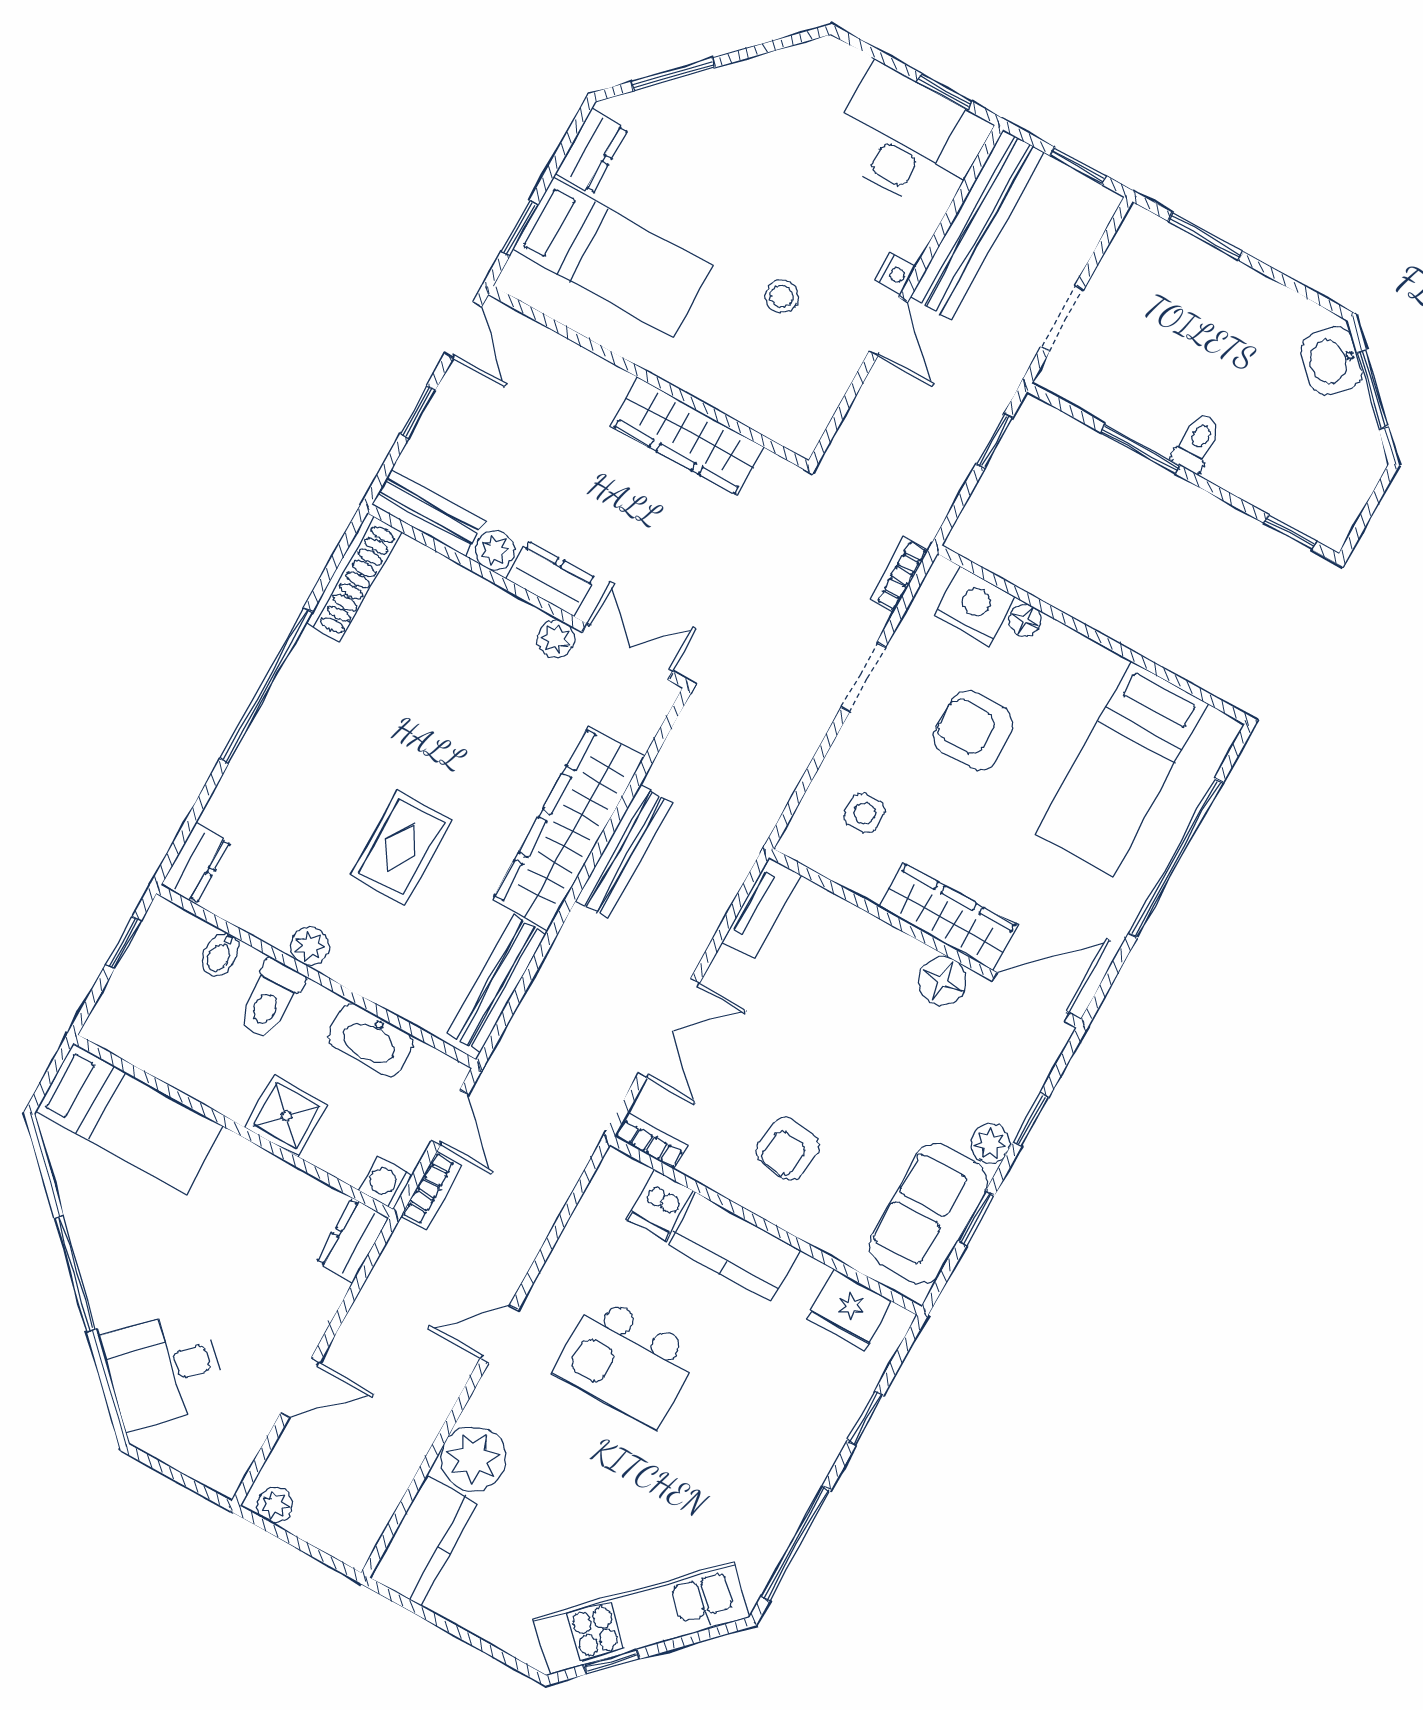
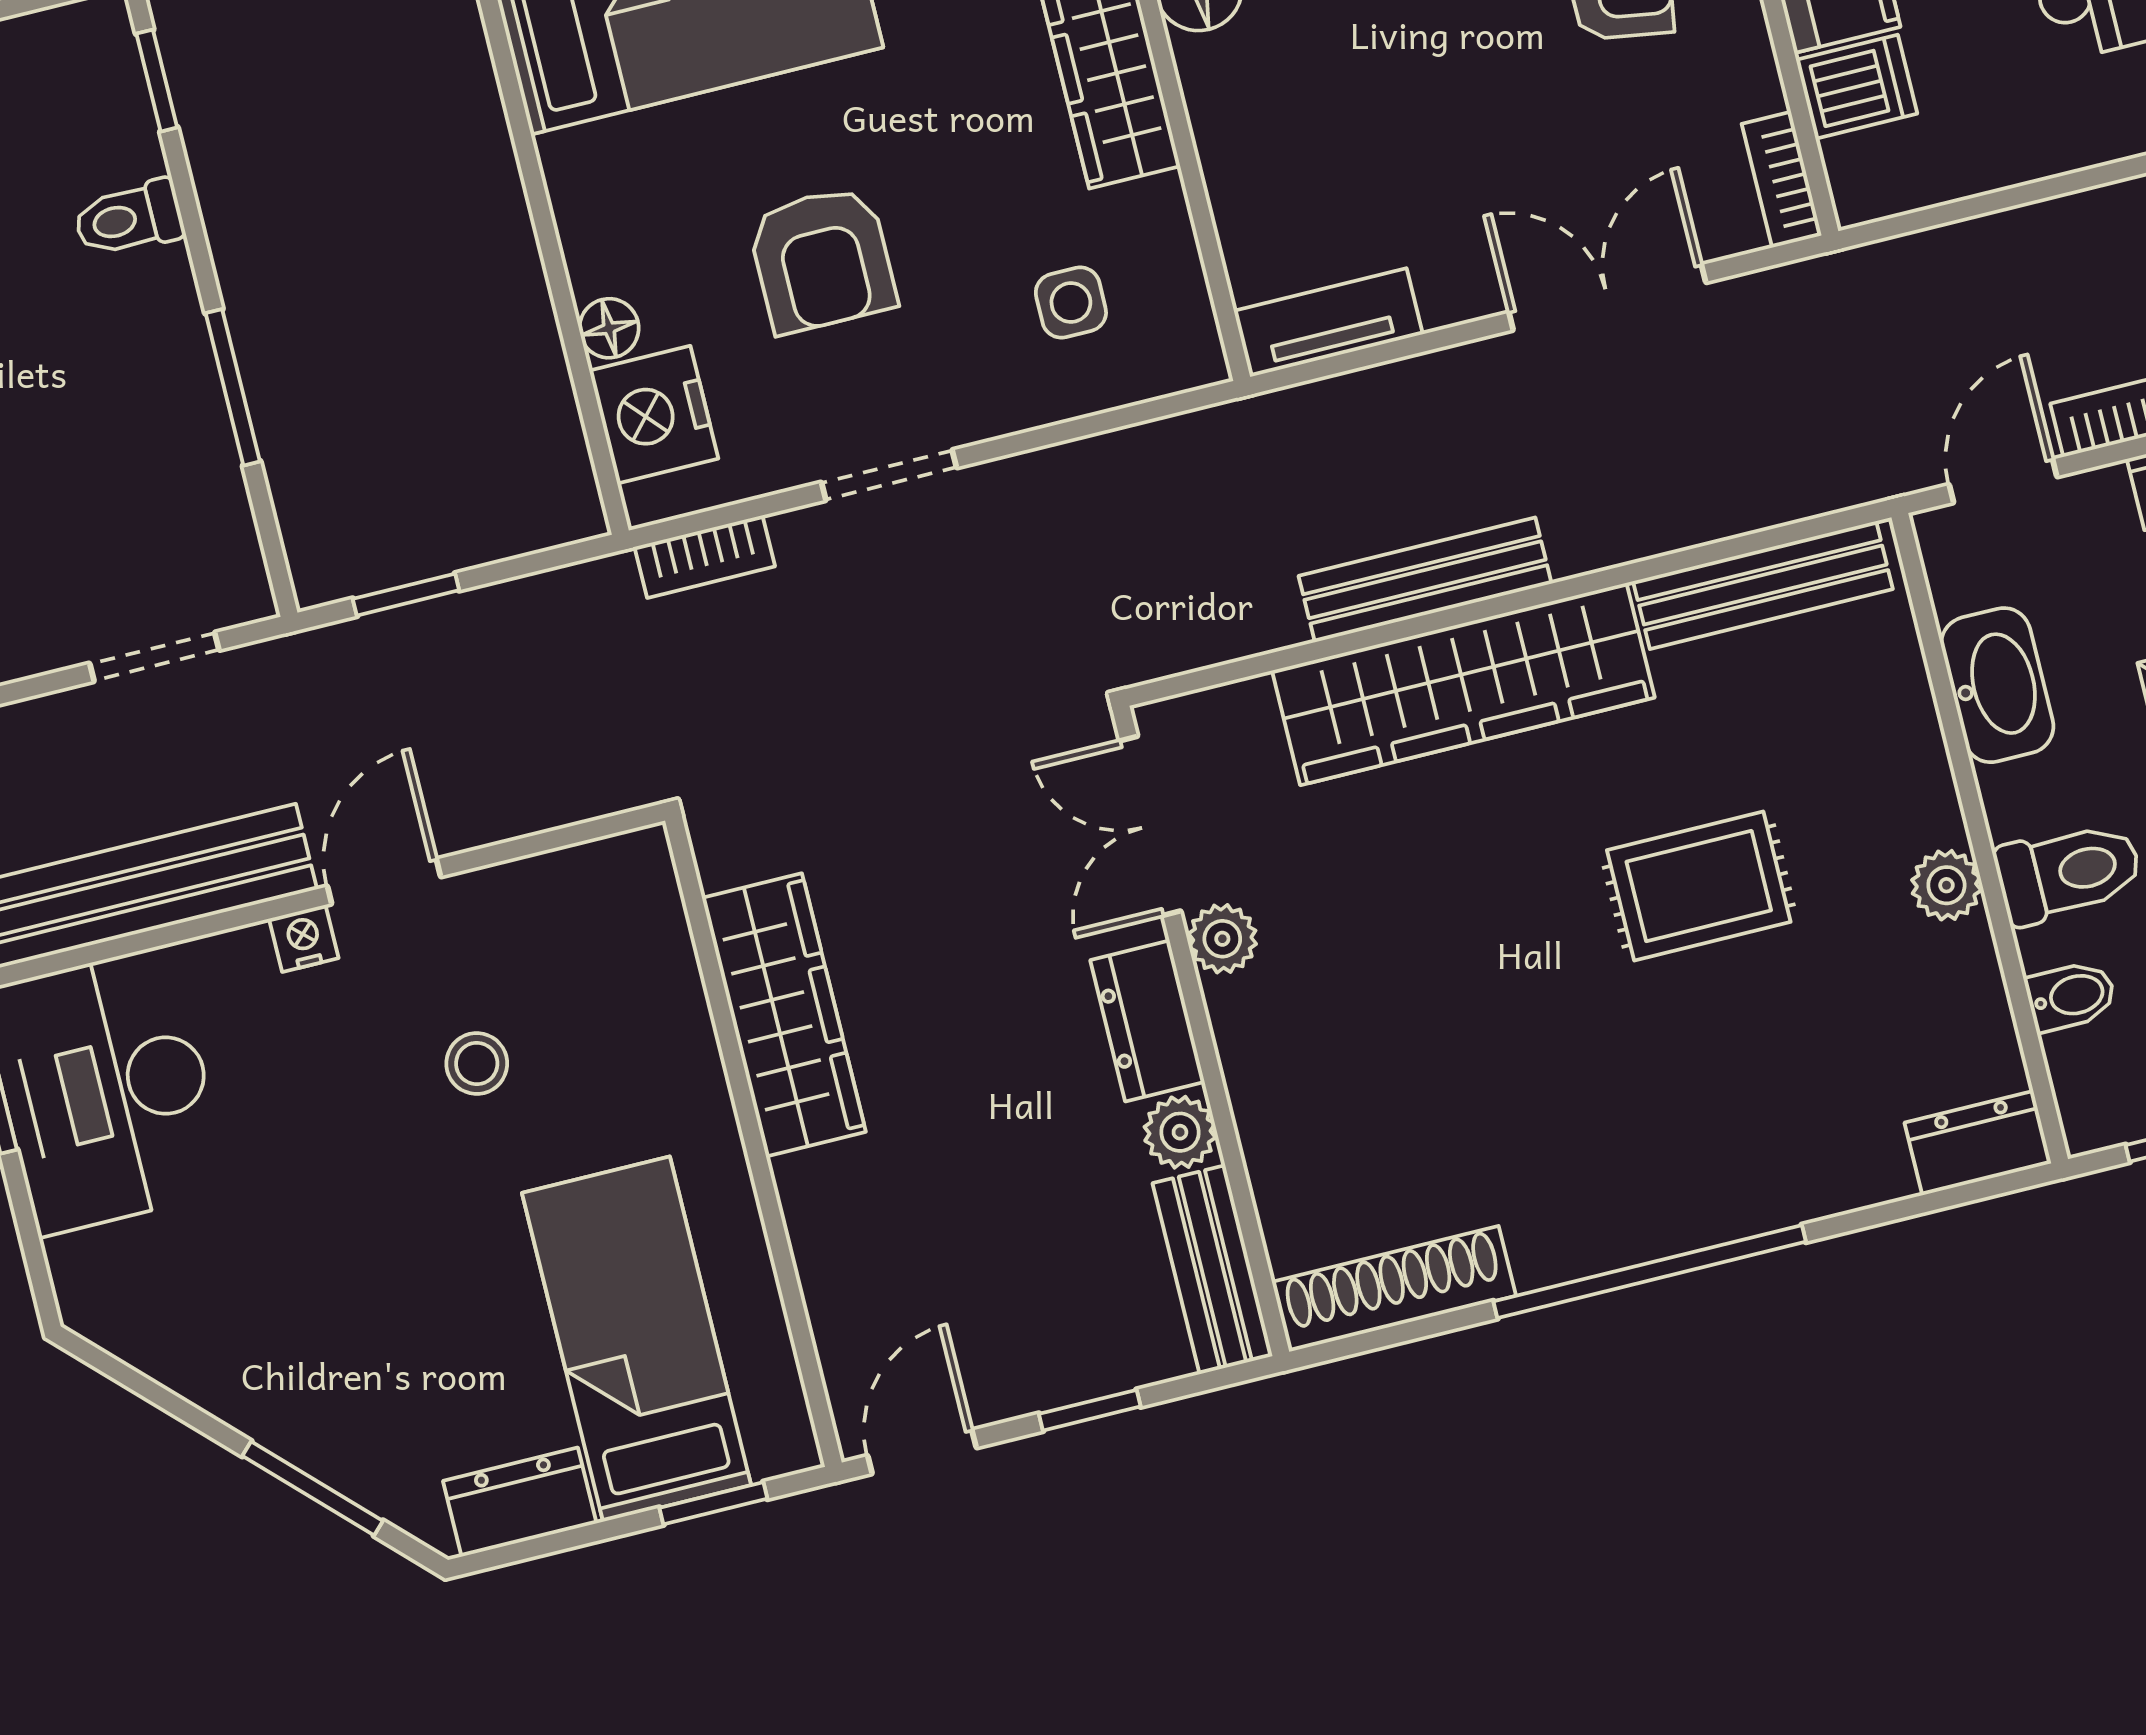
toilet: (1197, 443) -> (129, 219), moved

